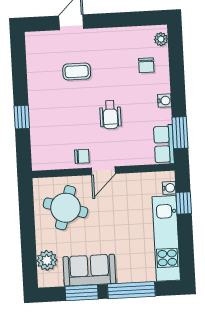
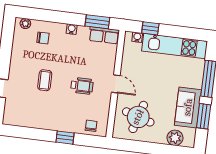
coffee table: (77, 72) -> (45, 80), moved
wheelchair: (110, 115) -> (82, 86), moved
chair: (82, 156) -> (91, 126), moved

